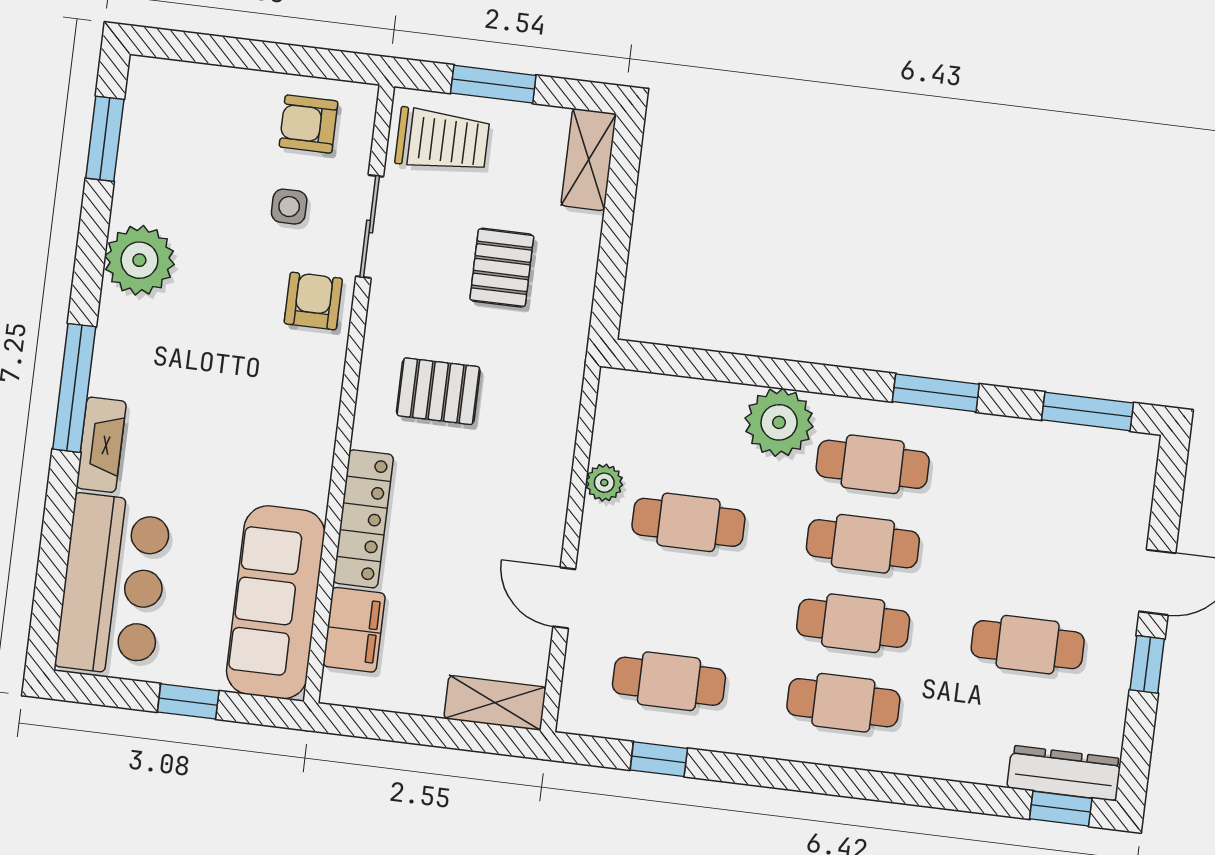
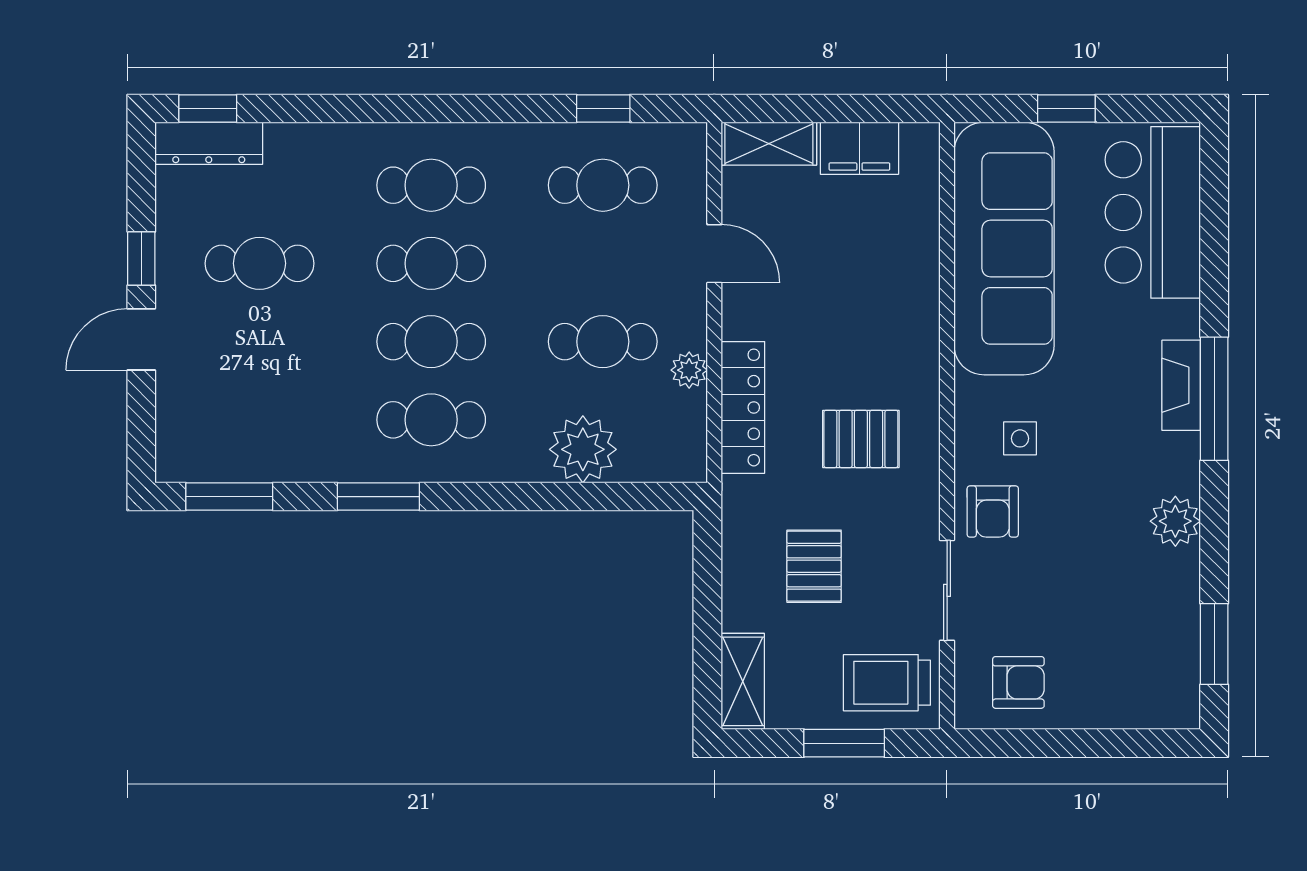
side table: (289, 207) -> (1020, 438), moved
plant: (139, 260) -> (1175, 521), width x0.73, depth x0.73
plant: (779, 422) -> (583, 449), moved
fireplace: (101, 445) -> (1181, 385), moved
locker: (363, 519) -> (743, 407), moved, turned 180
sofa: (276, 602) -> (1004, 249), width x1.36, depth x1.27
filing cabinet: (354, 630) -> (859, 148), moved, turned -90

